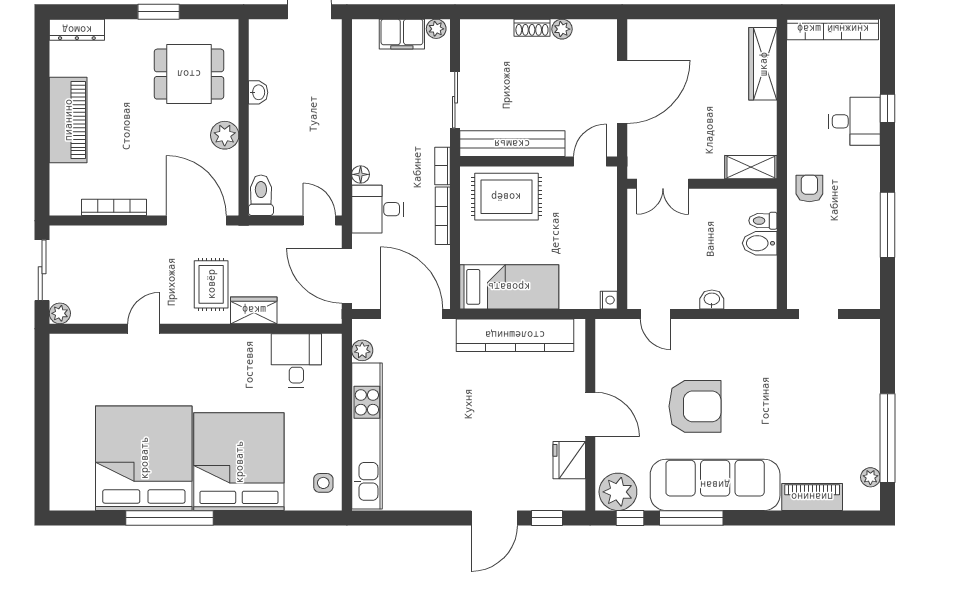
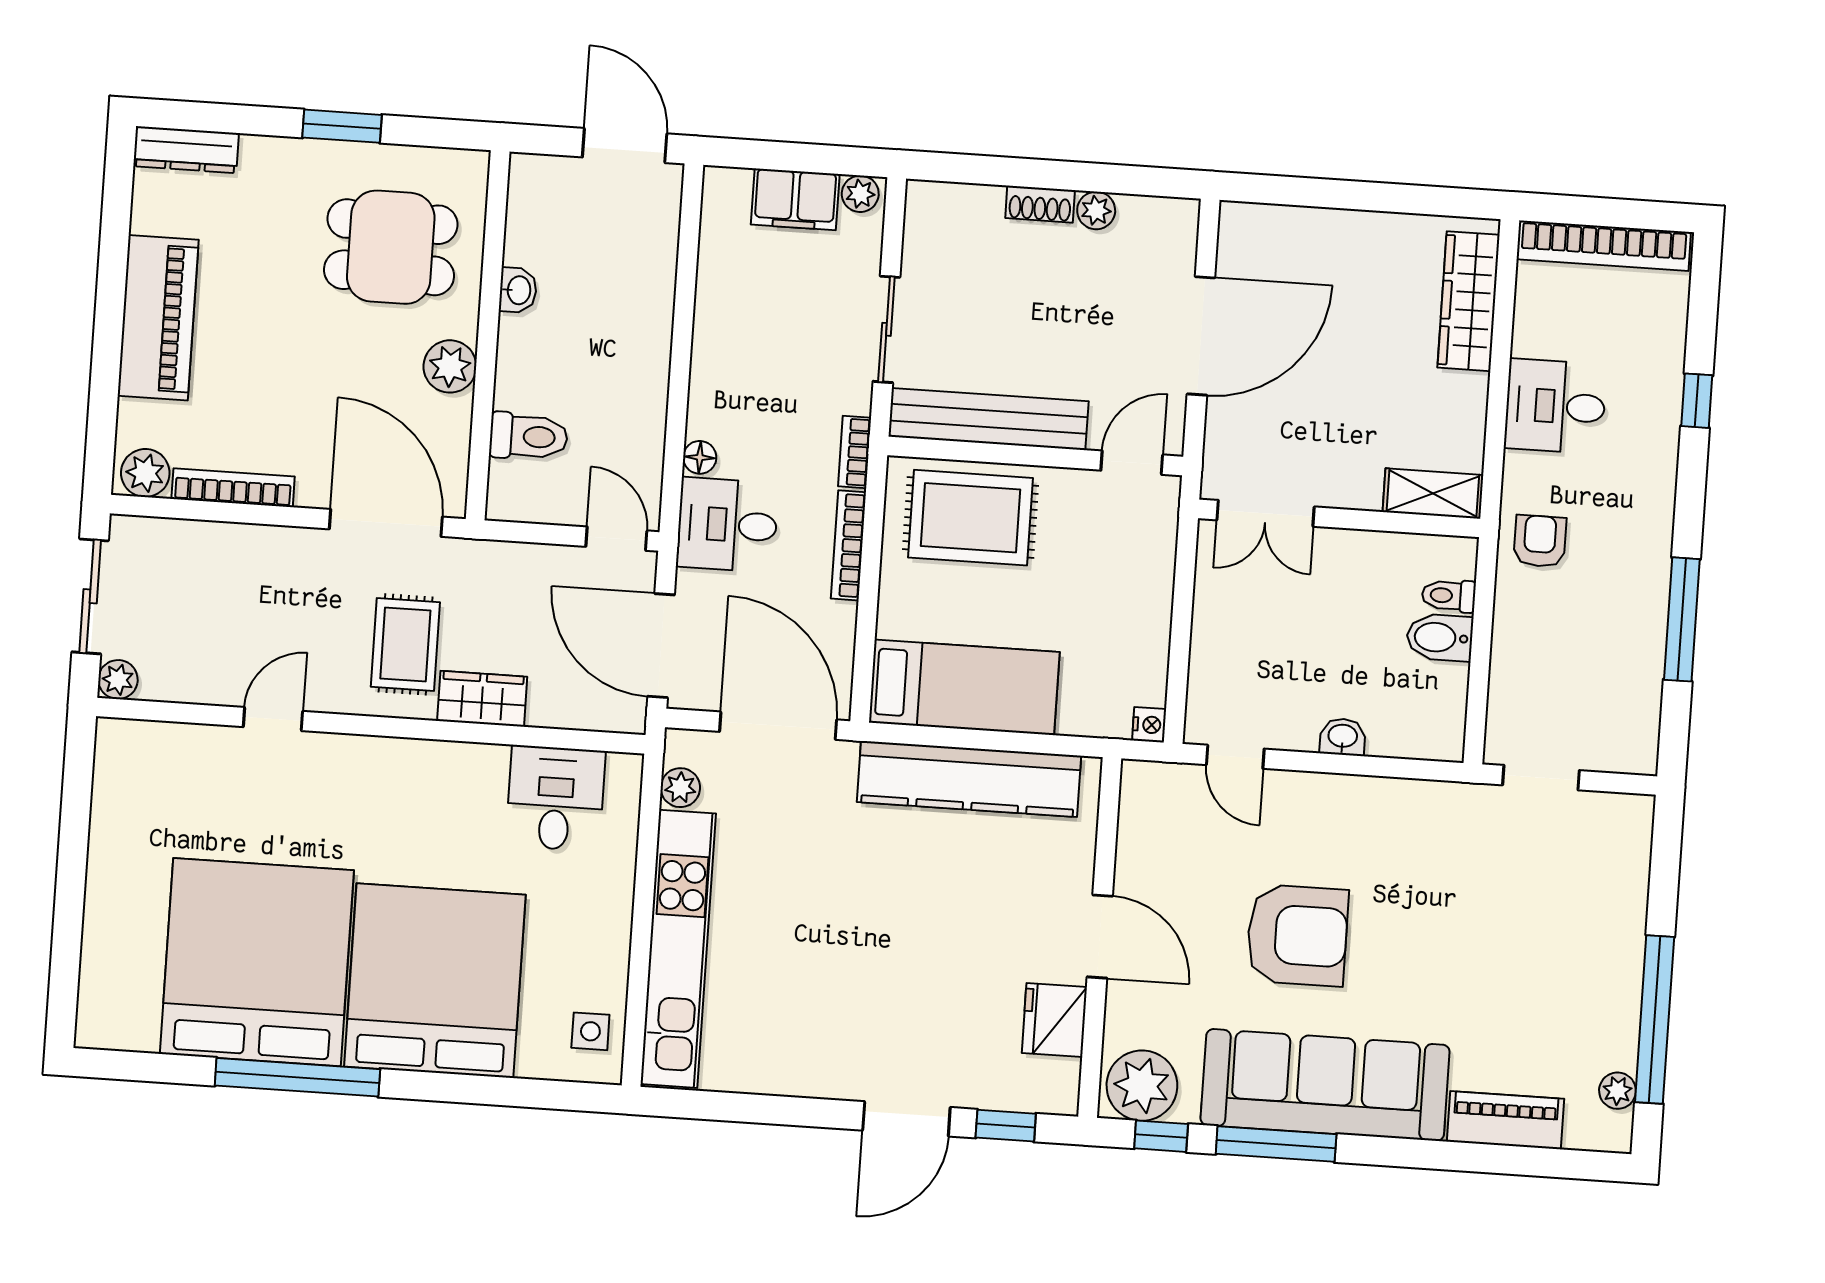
desk: (854, 121) -> (1555, 406), moved, turned 180
toilet: (261, 195) -> (529, 436), moved, turned 90
plant: (67, 203) -> (145, 473), added

